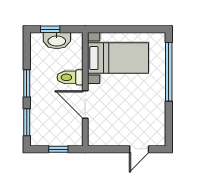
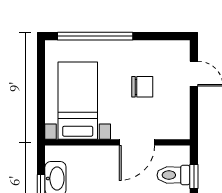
toilet: (70, 77) -> (173, 175), moved, turned 90
chair: (129, 109) -> (142, 87), added

